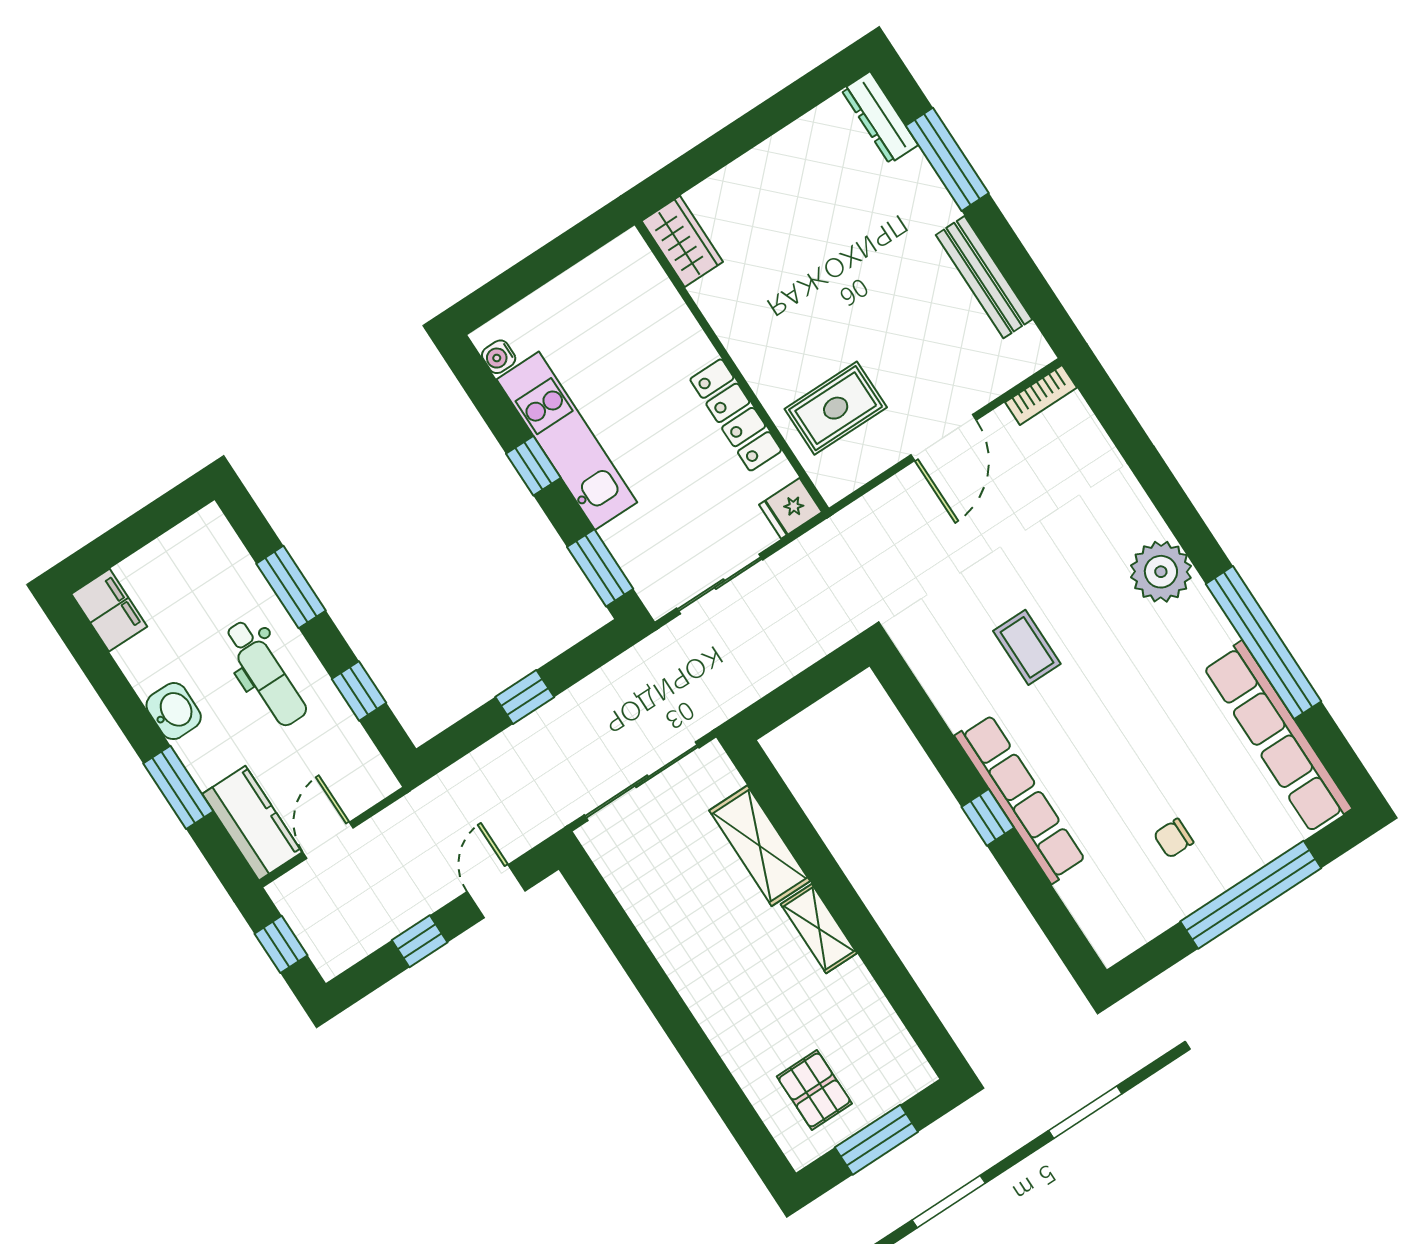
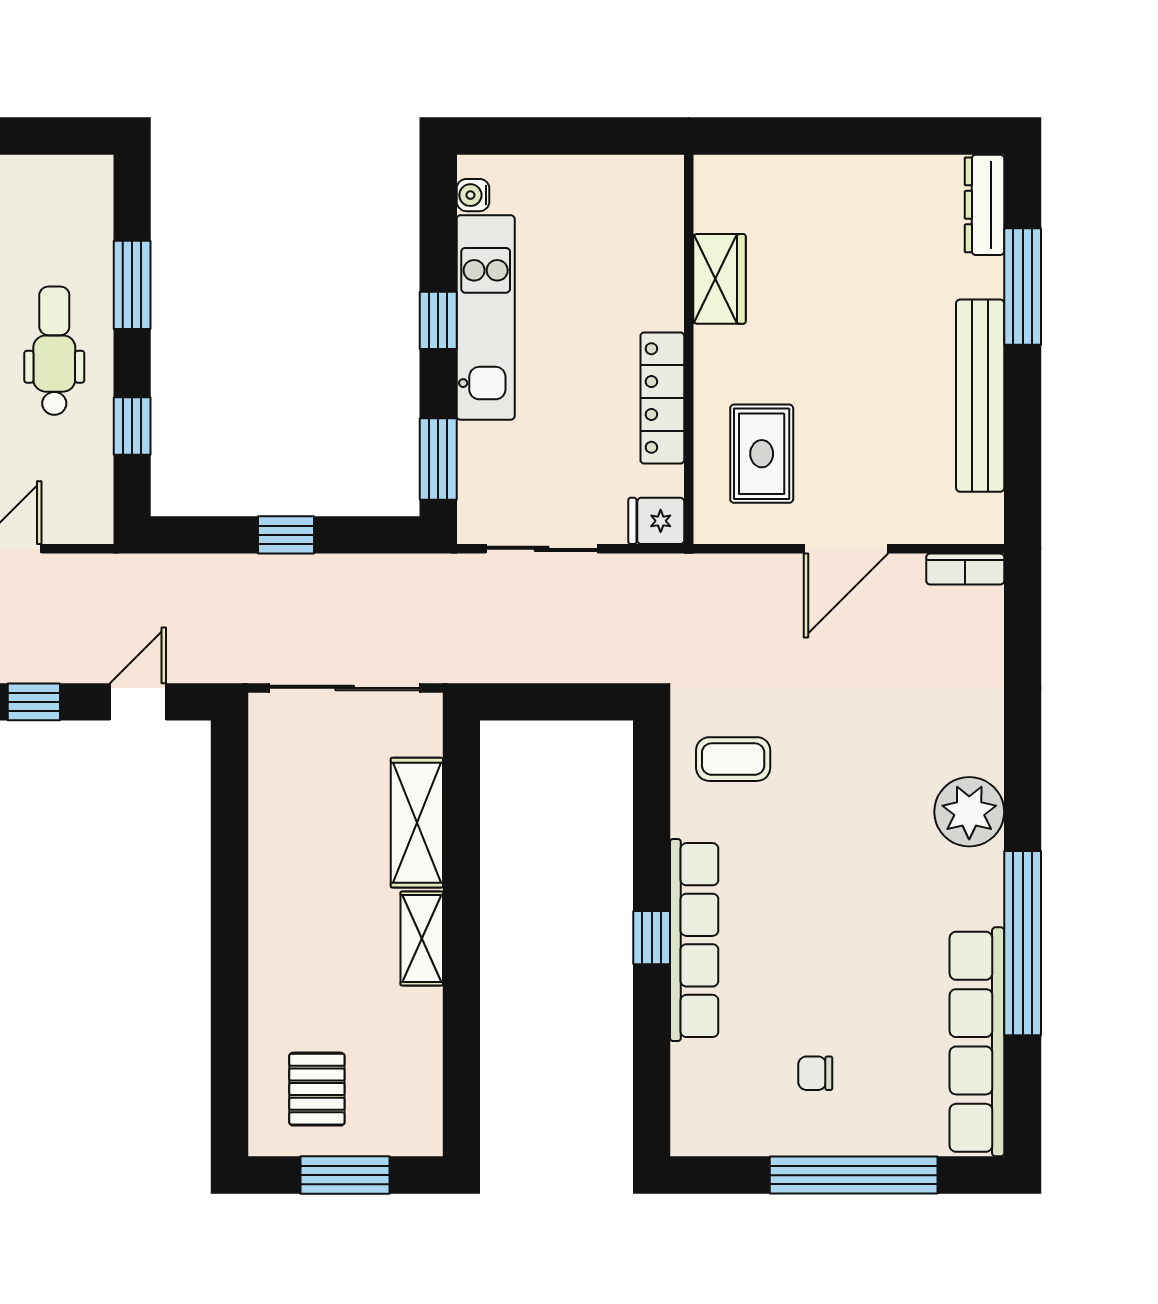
wardrobe: (682, 241) -> (719, 279), moved
bench: (984, 277) -> (980, 396), width x1.37, depth x1.21
rug: (836, 408) -> (762, 454), turned 90
coffee table: (1027, 647) -> (733, 759), moved, turned 90
dental chair: (265, 673) -> (54, 351), turned 180

